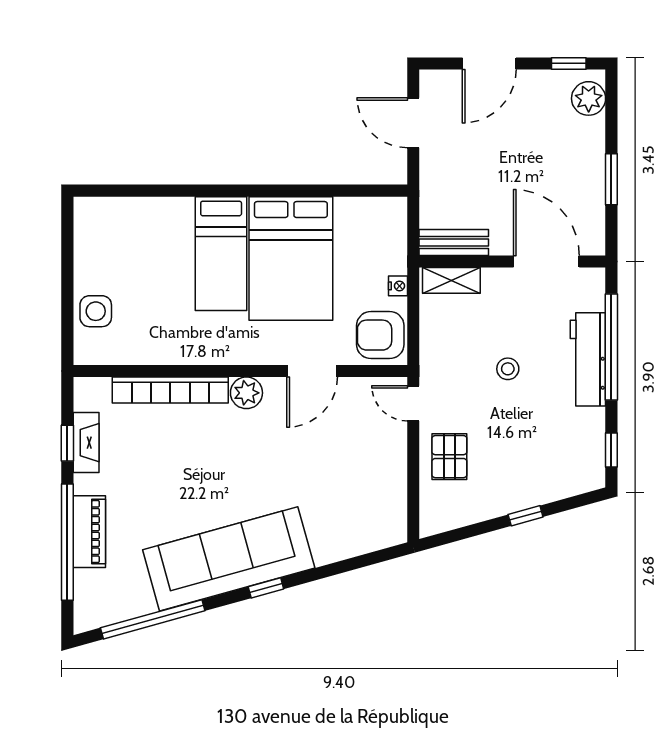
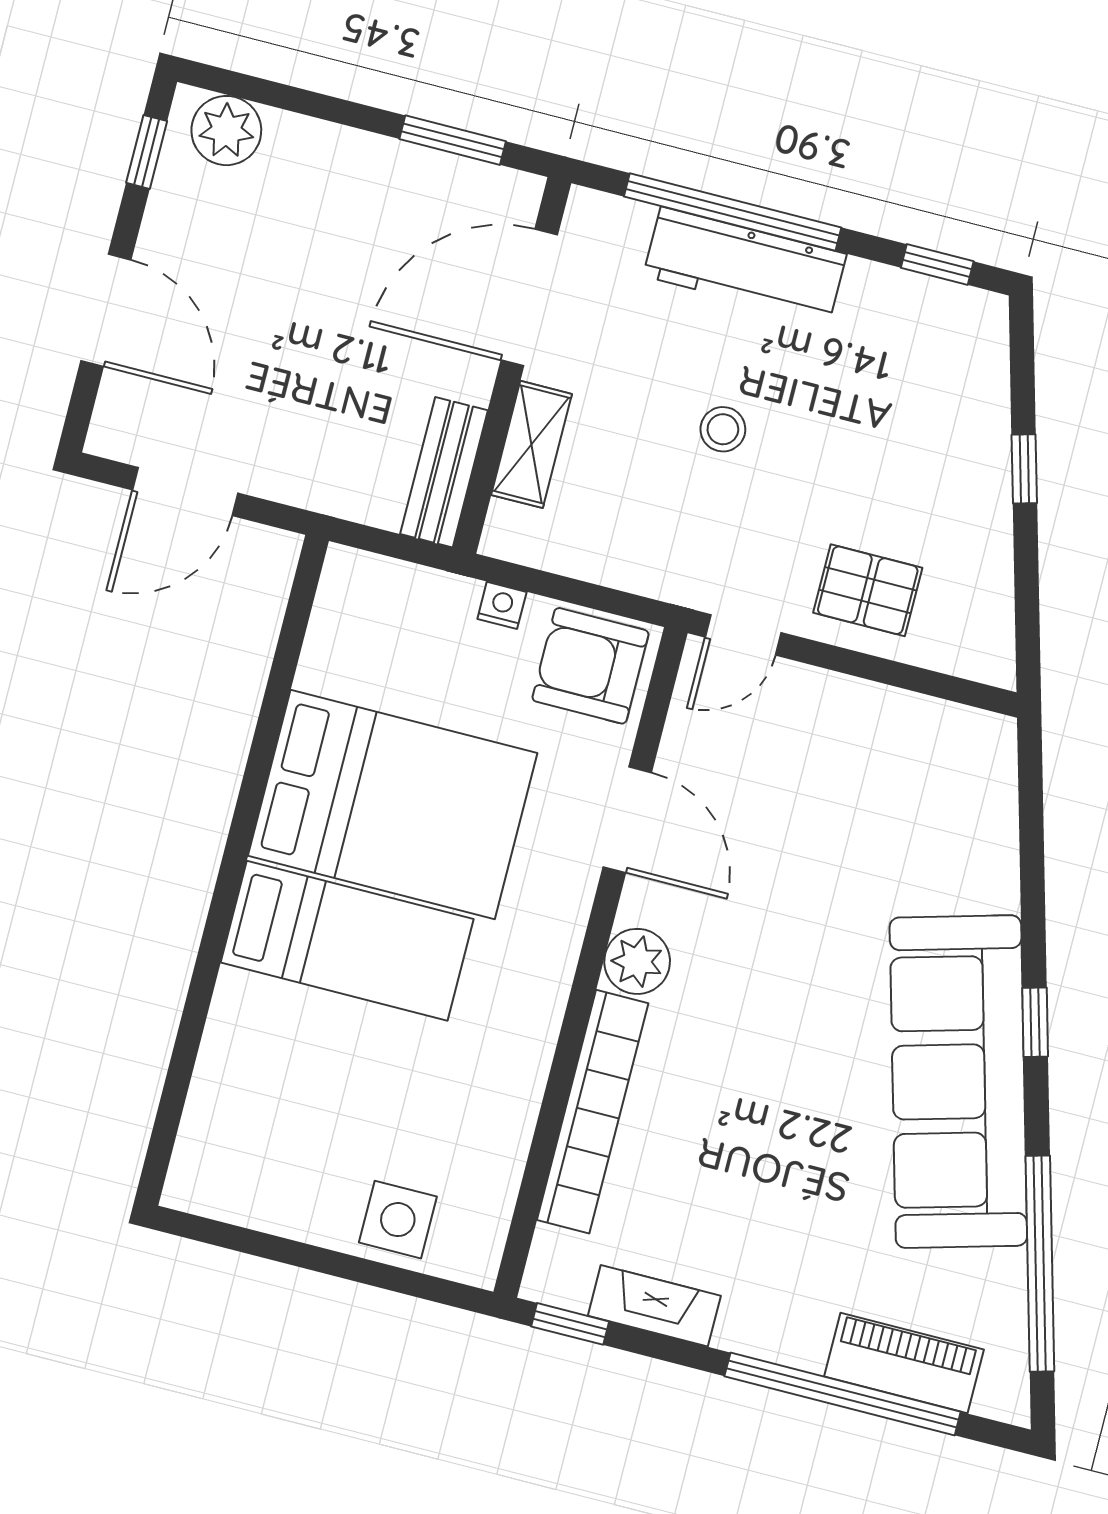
window: (611, 179) -> (453, 140), moved
shelving: (451, 280) -> (532, 444), moved
armchair: (380, 335) -> (591, 666), turned 90
window: (67, 443) -> (570, 1324), moved
piano: (89, 532) -> (904, 1363), moved

